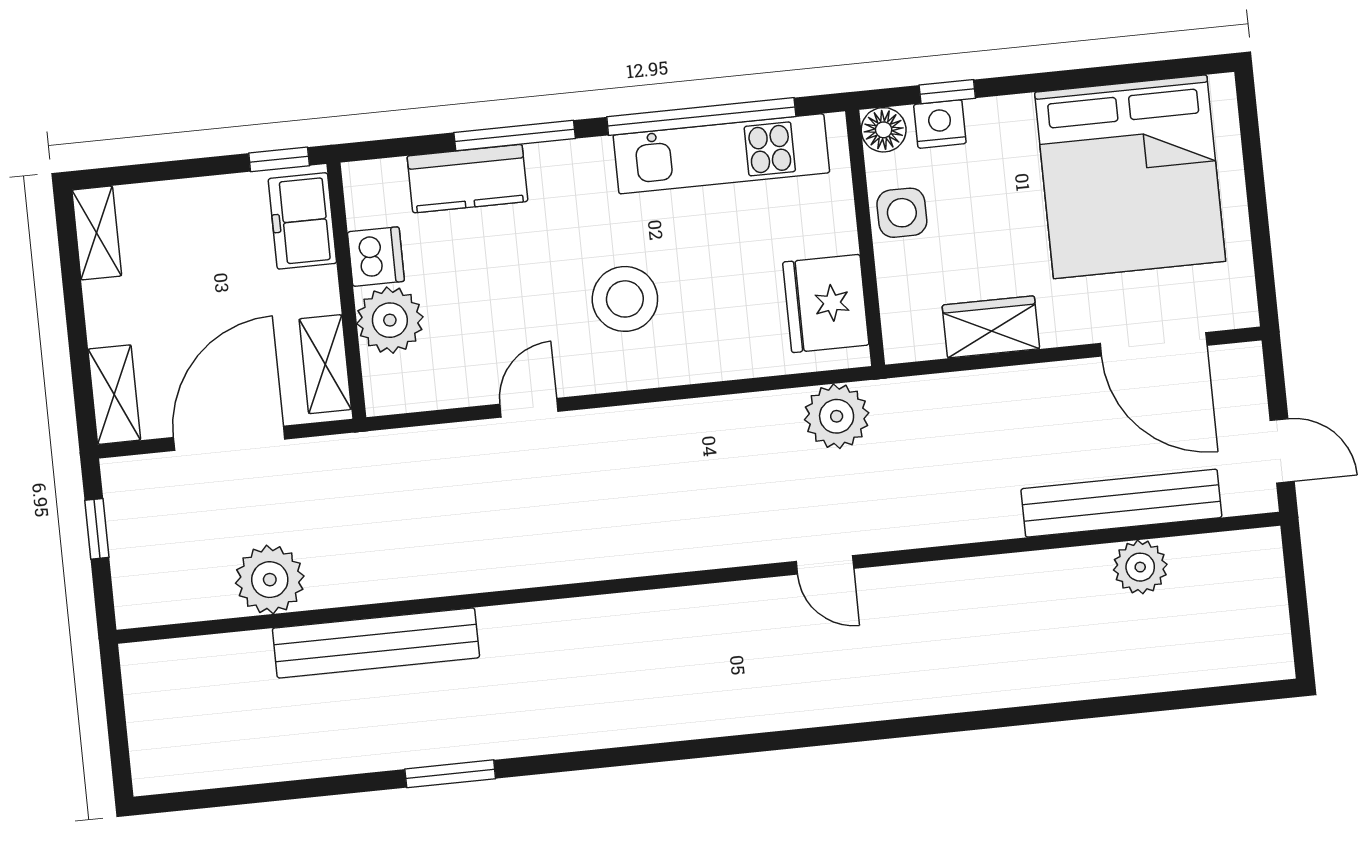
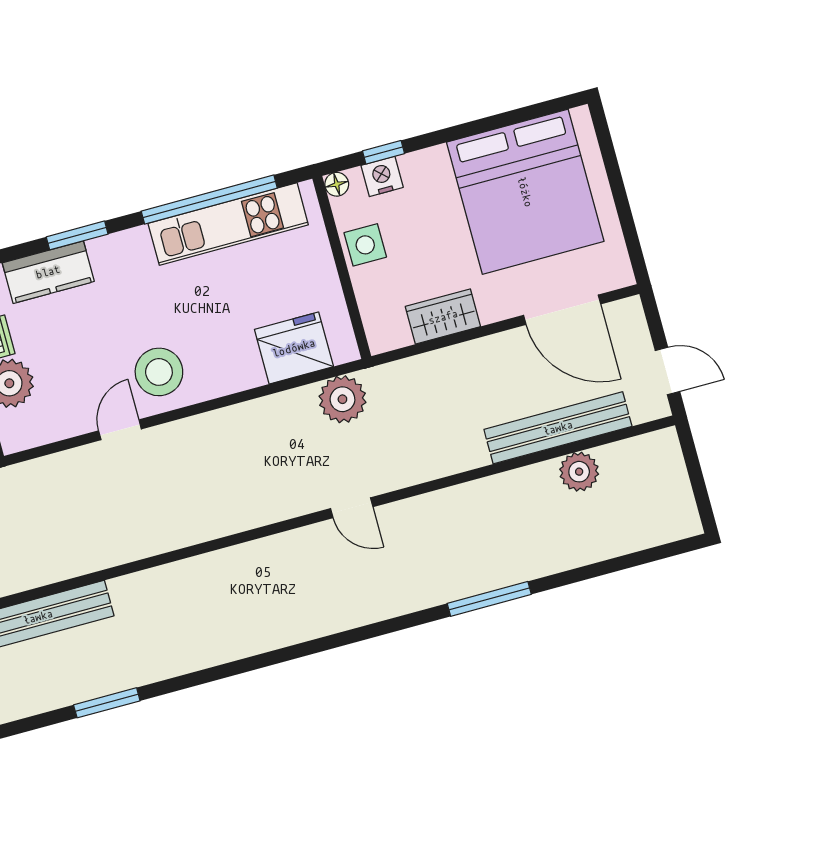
floor lamp: (884, 130) -> (337, 184), width x0.73, depth x0.73
window: (515, 135) -> (77, 235), width x0.69
stool: (625, 299) -> (159, 372), moved
fridge: (826, 303) -> (294, 348), moved, turned 90
window: (990, 719) -> (489, 599), added

